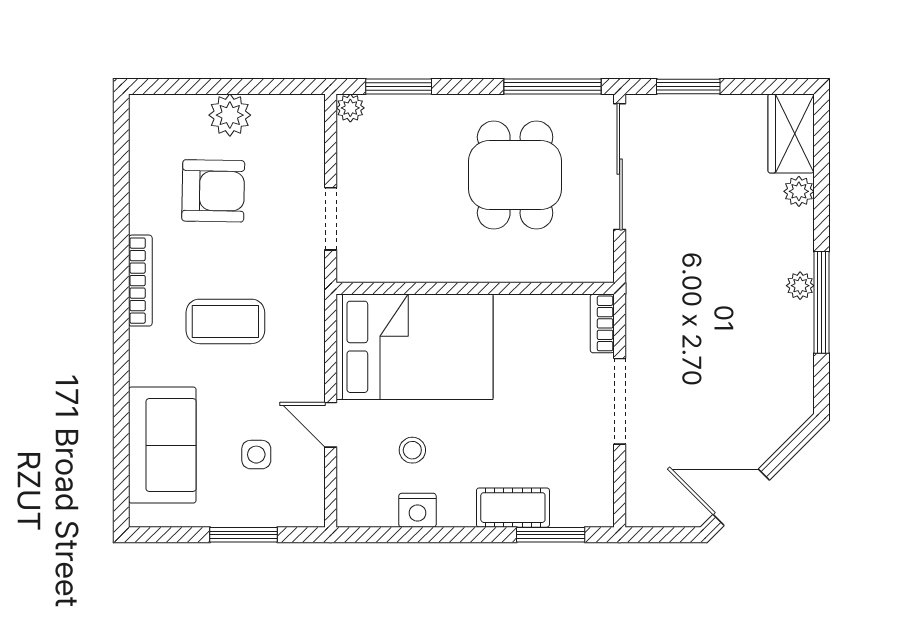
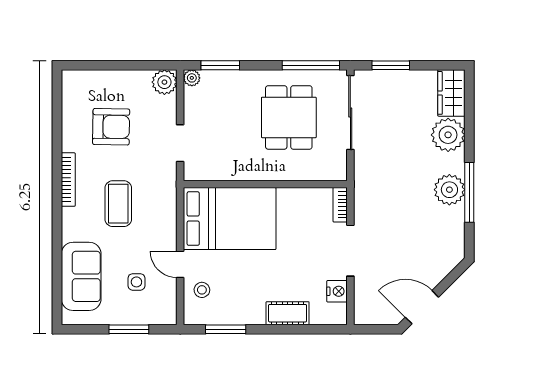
plant: (230, 115) -> (164, 82), moved
plant: (799, 191) -> (448, 135), width x1.88, depth x1.88
plant: (800, 286) -> (449, 190), width x1.88, depth x1.88
coffee table: (225, 321) -> (118, 204), turned 90
stool: (412, 450) -> (202, 290), moved
nightstand: (417, 510) -> (337, 291), moved, turned -90
window: (551, 535) -> (226, 329), moved

